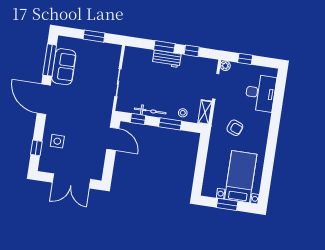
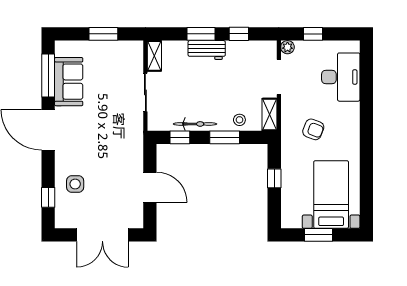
shelving: (128, 57) -> (154, 56), added
door: (113, 139) -> (150, 187), moved
window: (201, 159) -> (274, 178), added

